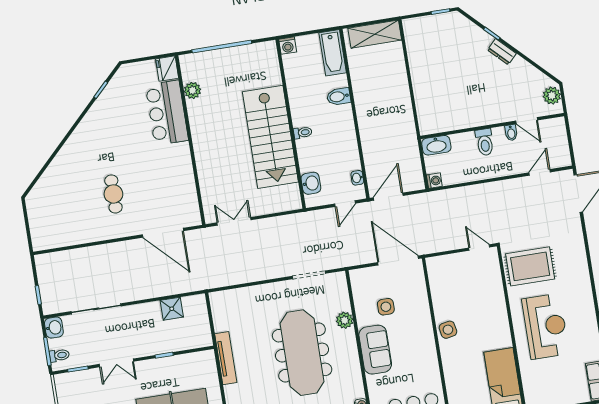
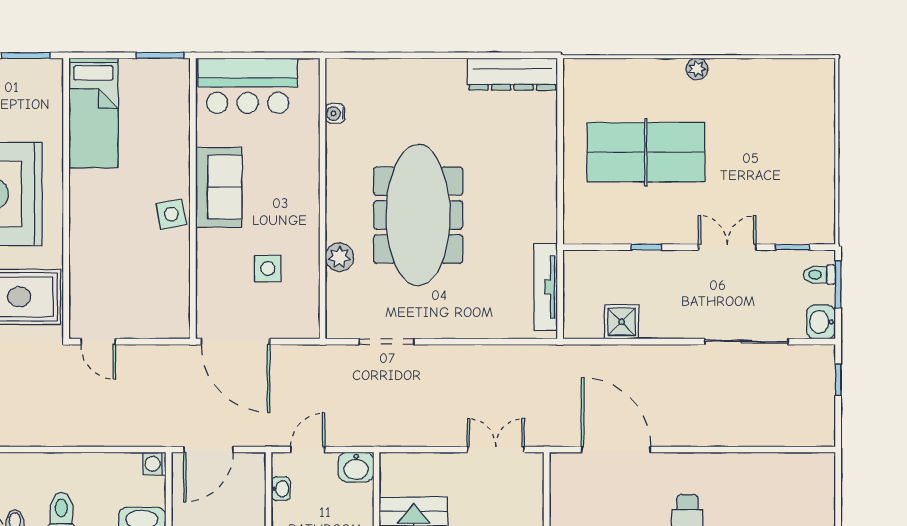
washbasin: (311, 183) -> (356, 467), moved, turned -90
door: (388, 197) -> (208, 450), moved
double door: (234, 221) -> (496, 450), swing flipped
sofa: (375, 350) -> (219, 187), moved, turned 180
tv unit: (226, 358) -> (546, 287), moved

